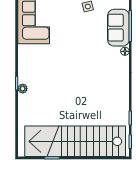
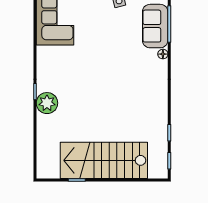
plant: (23, 89) -> (47, 103), width x1.88, depth x1.88
stairs: (75, 141) -> (104, 160), width x0.73

